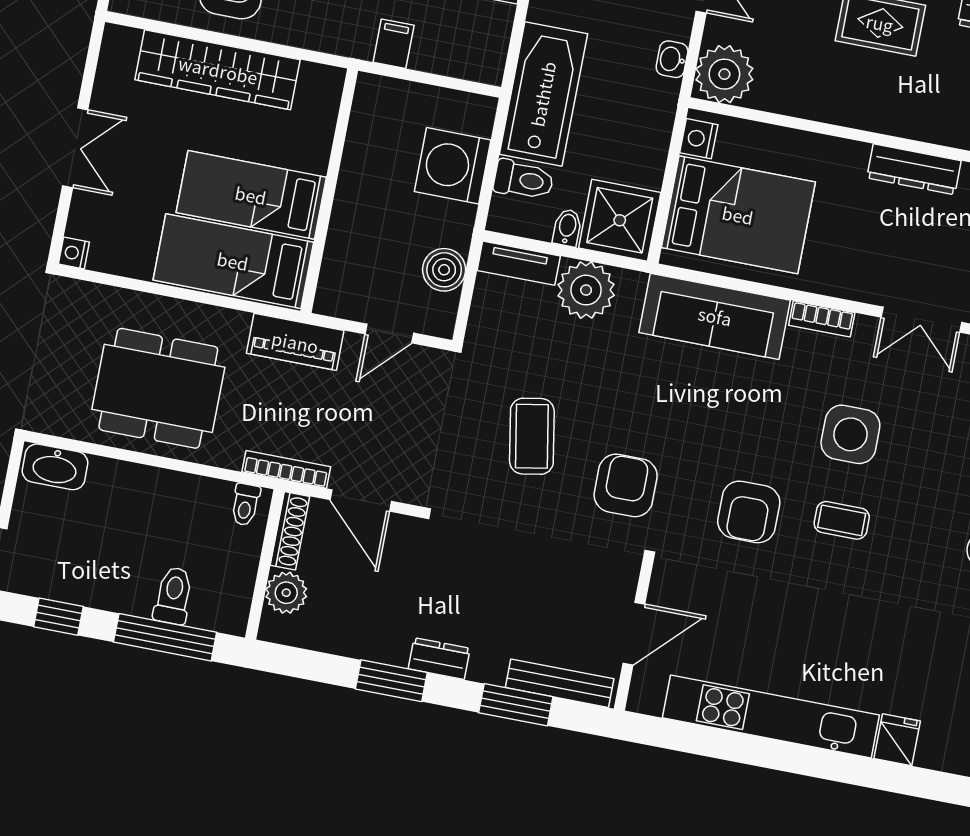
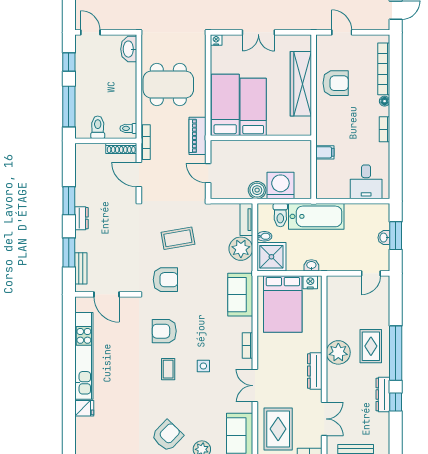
washbasin: (672, 59) -> (311, 265), moved
plant: (724, 74) -> (338, 352), moved
boiler: (444, 270) -> (257, 190), moved
sofa: (715, 316) -> (240, 295), width x0.73
dining table: (158, 388) -> (168, 85), turned 90
side table: (850, 434) -> (203, 366), width x0.54, depth x0.54
door: (361, 500) -> (139, 174), hinge flipped
plant: (286, 593) -> (96, 152), removed
toilet: (173, 596) -> (98, 127), moved, turned -90
bench: (560, 683) -> (81, 268), width x0.73

